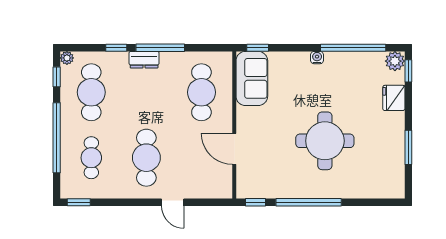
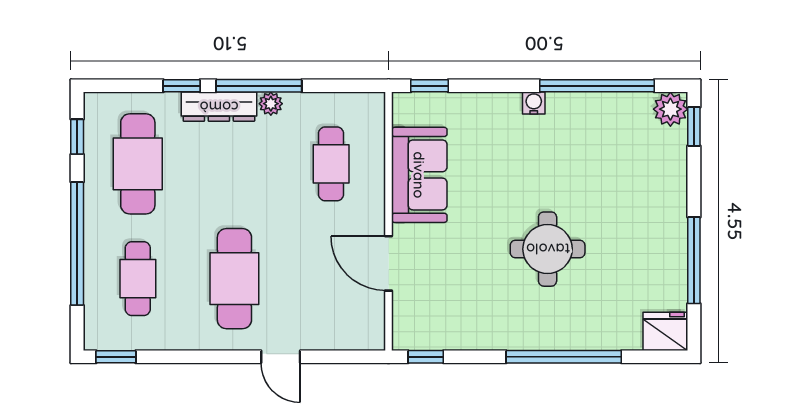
plant: (67, 58) -> (271, 104), moved
dresser: (144, 60) -> (219, 107), width x1.44
sofa: (252, 78) -> (419, 175), moved
cafe table: (201, 92) -> (331, 164), width x0.73, depth x0.74
fridge: (394, 98) -> (665, 331), moved, turned 90
round table: (325, 141) -> (548, 249), width x0.73, depth x0.73
window: (408, 147) -> (694, 260), width x1.44
window: (309, 202) -> (564, 357), moved

